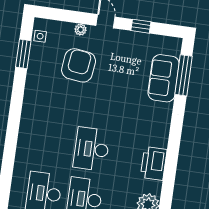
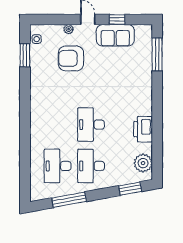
armchair: (79, 65) -> (71, 58), turned -97
sofa: (164, 78) -> (115, 35), moved, turned -90

